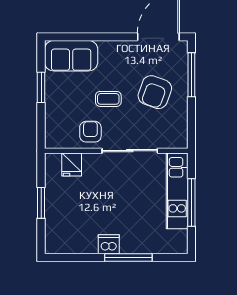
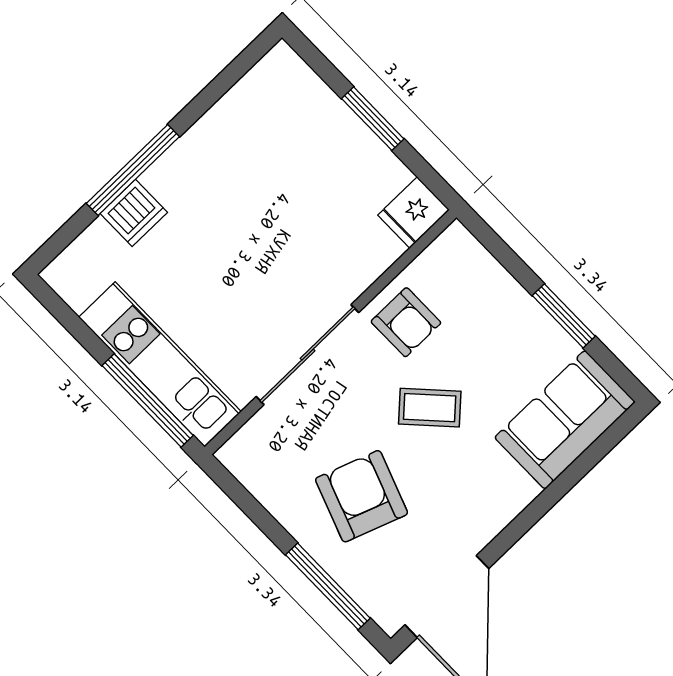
coffee table: (108, 99) -> (430, 408), turned 47
fridge: (72, 164) -> (414, 213), moved, turned -90
window: (191, 203) -> (148, 400), moved
dishwasher: (109, 244) -> (134, 213), moved

